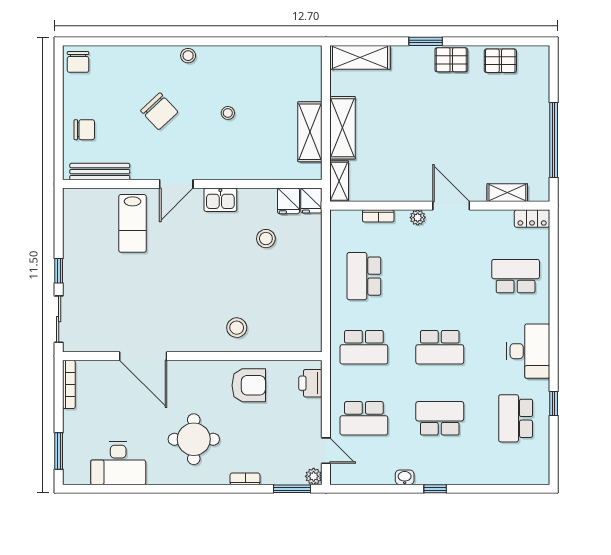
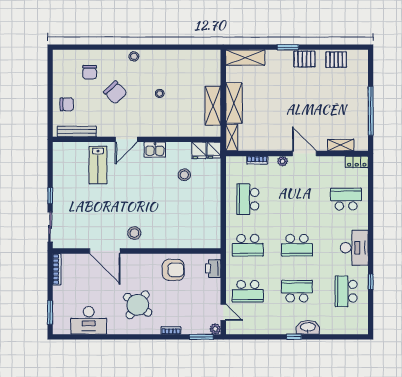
chair: (78, 62) -> (90, 72), moved
stool: (237, 328) -> (134, 233), moved
round table: (194, 439) -> (138, 305), turned 37
washbasin: (405, 477) -> (308, 327), moved, width x1.91, depth x1.45

